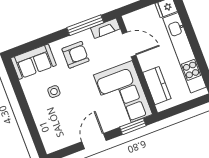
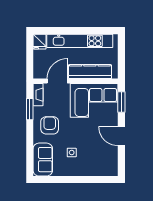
window: (85, 25) -> (30, 109), width x0.69
kitchen counter: (157, 86) -> (90, 72), width x1.50

